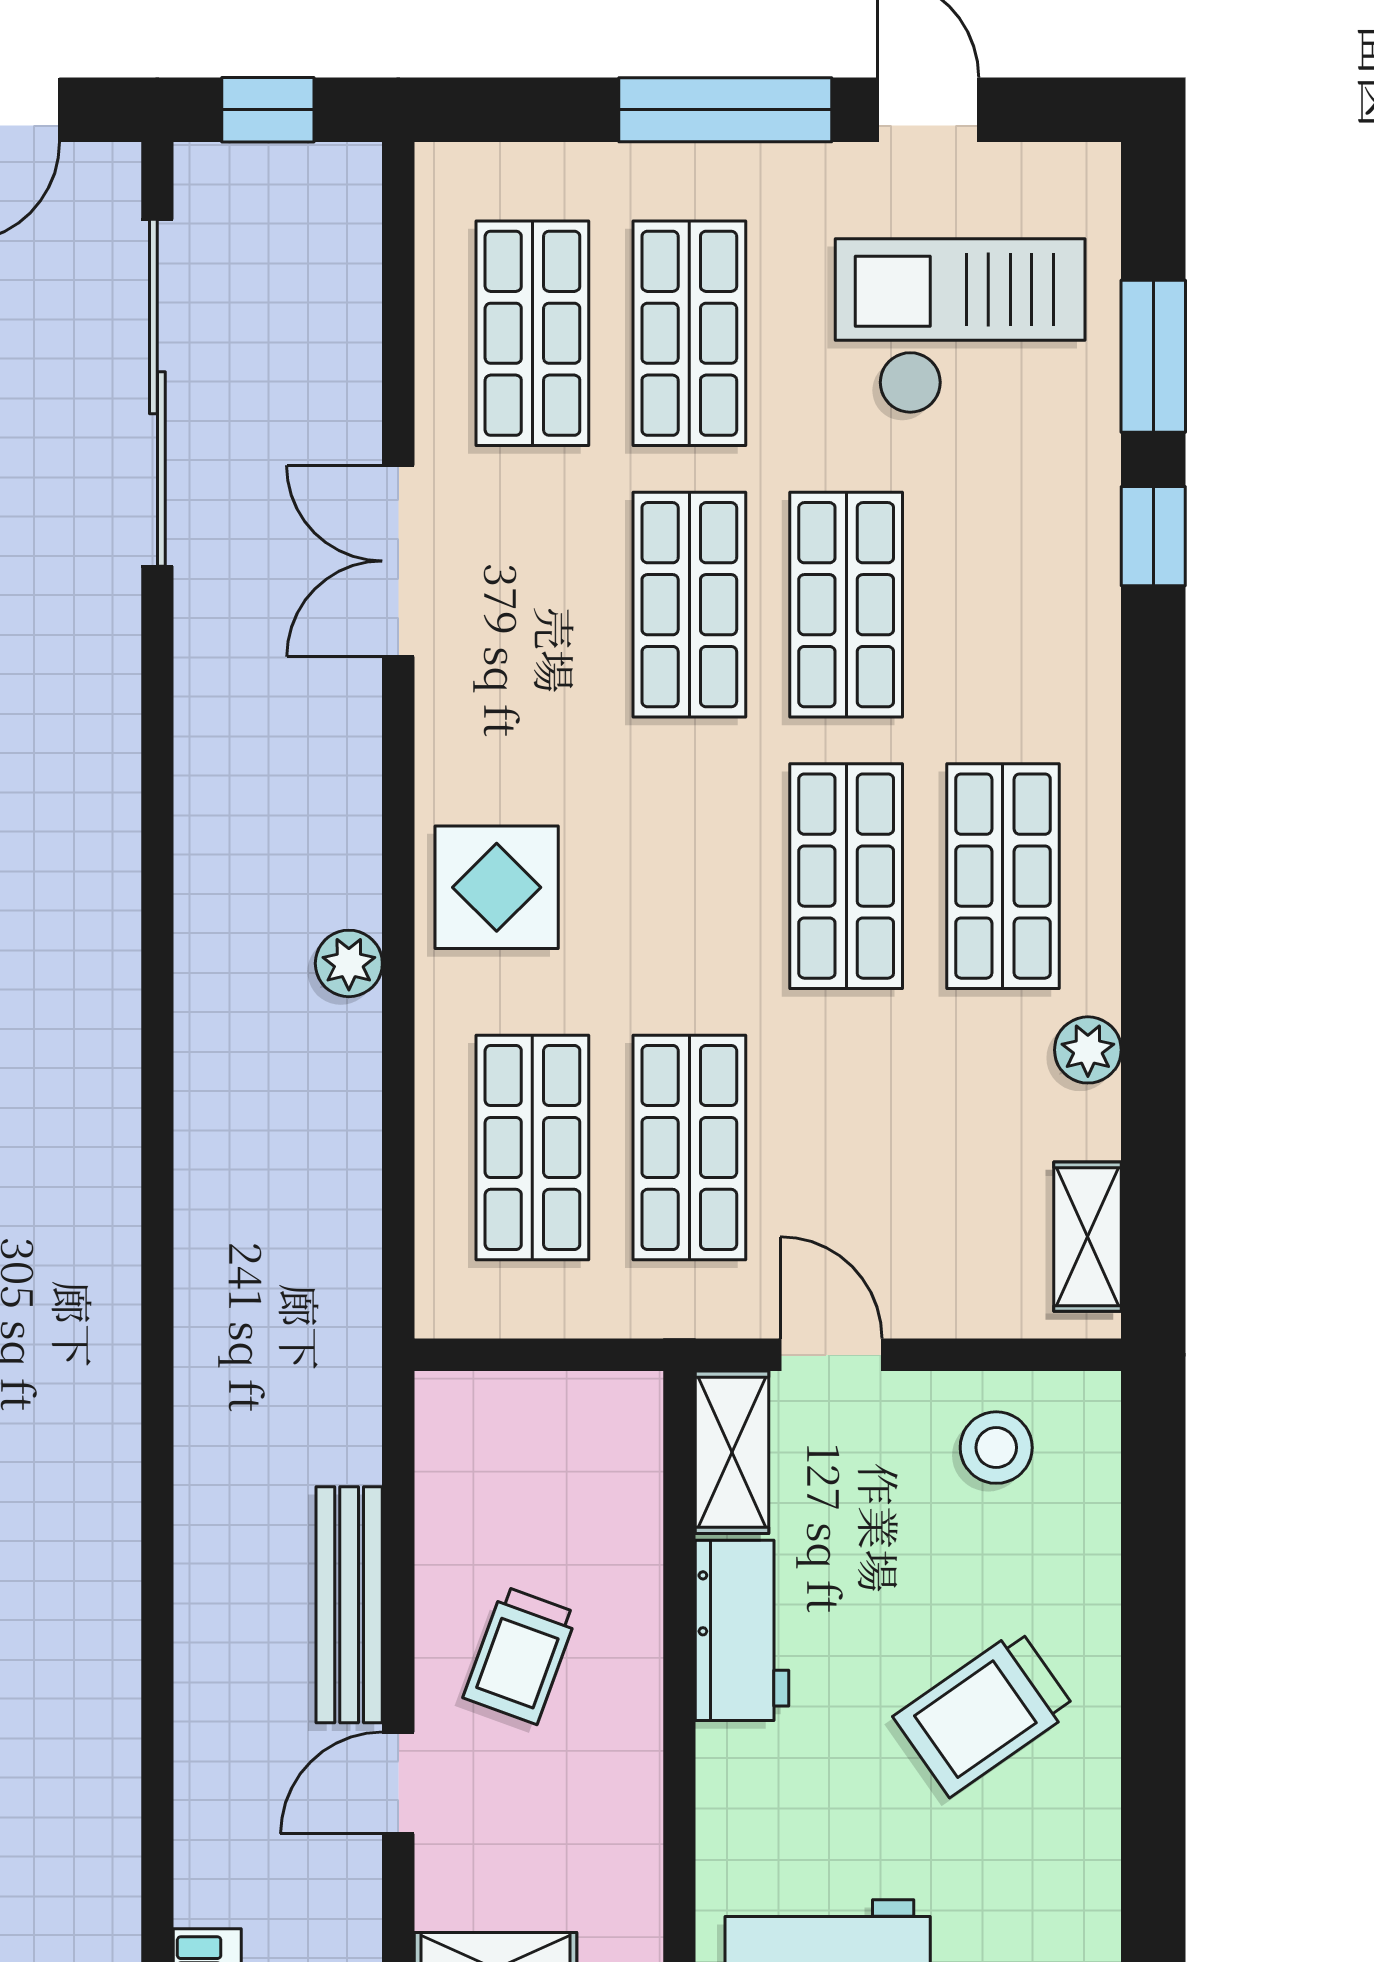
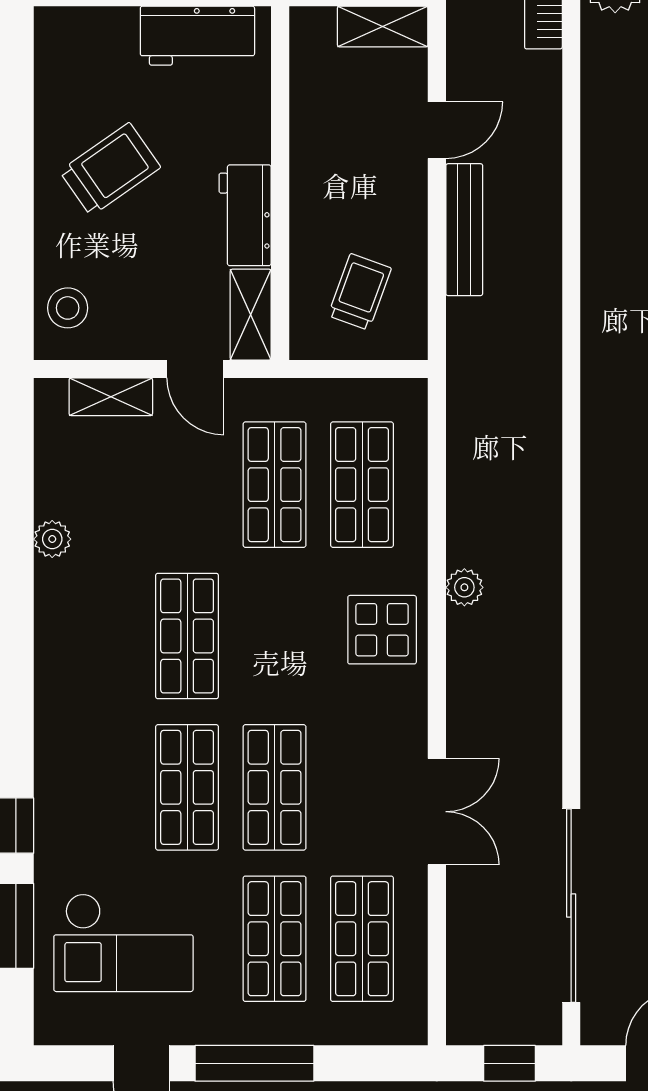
shop shelf: (1003, 876) -> (100, 636), removed
shelving: (1087, 1237) -> (111, 397), moved, turned 90
stool: (996, 1448) -> (68, 308), moved
trolley: (520, 1655) -> (360, 292), moved

